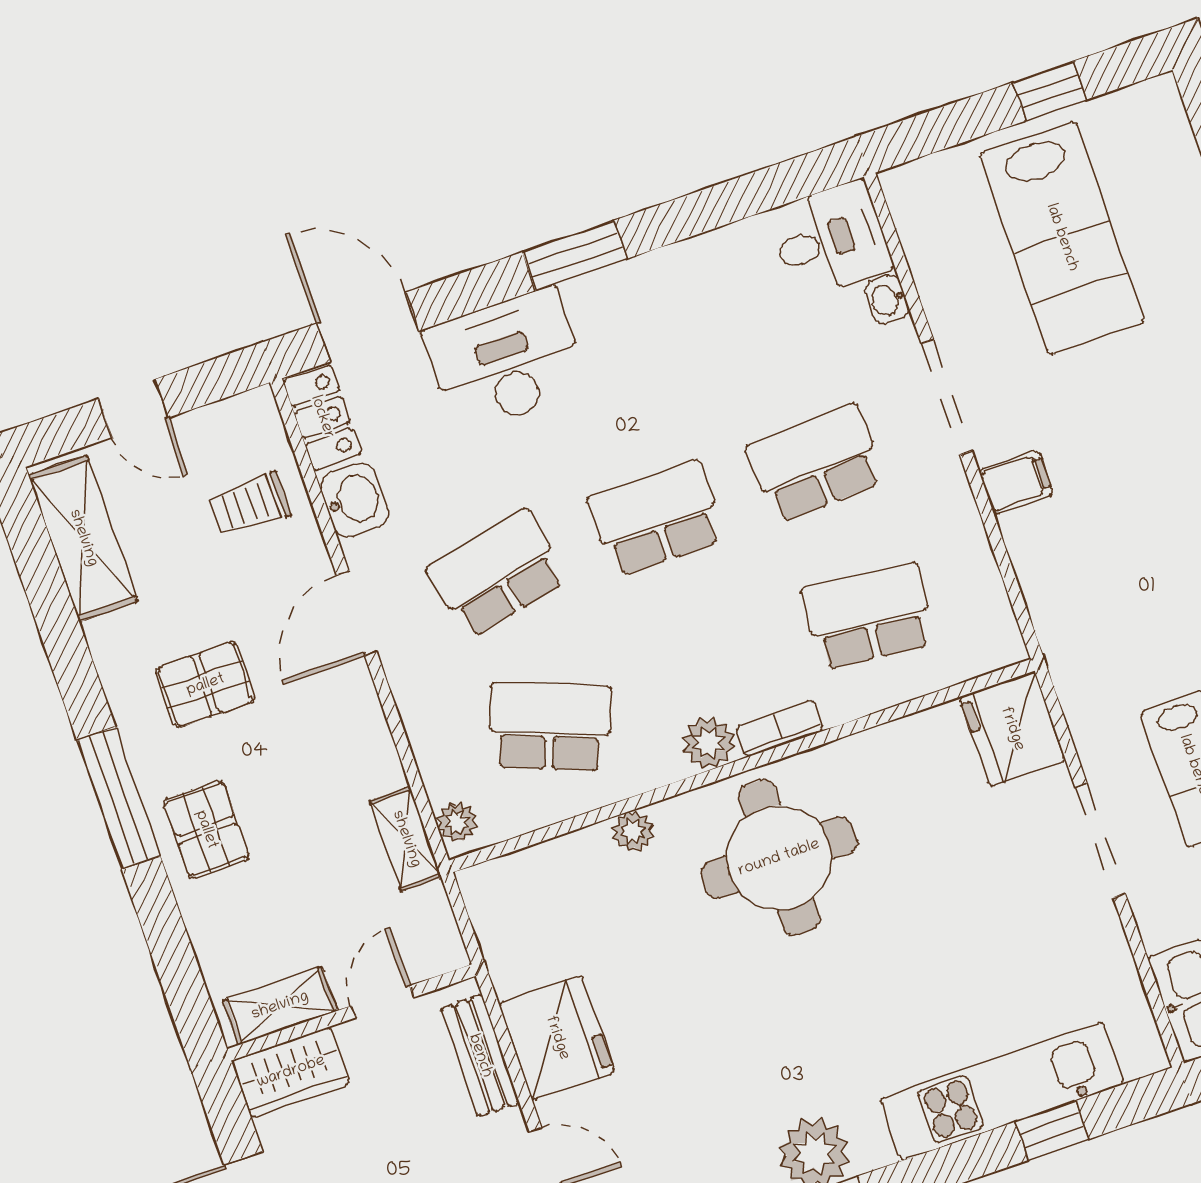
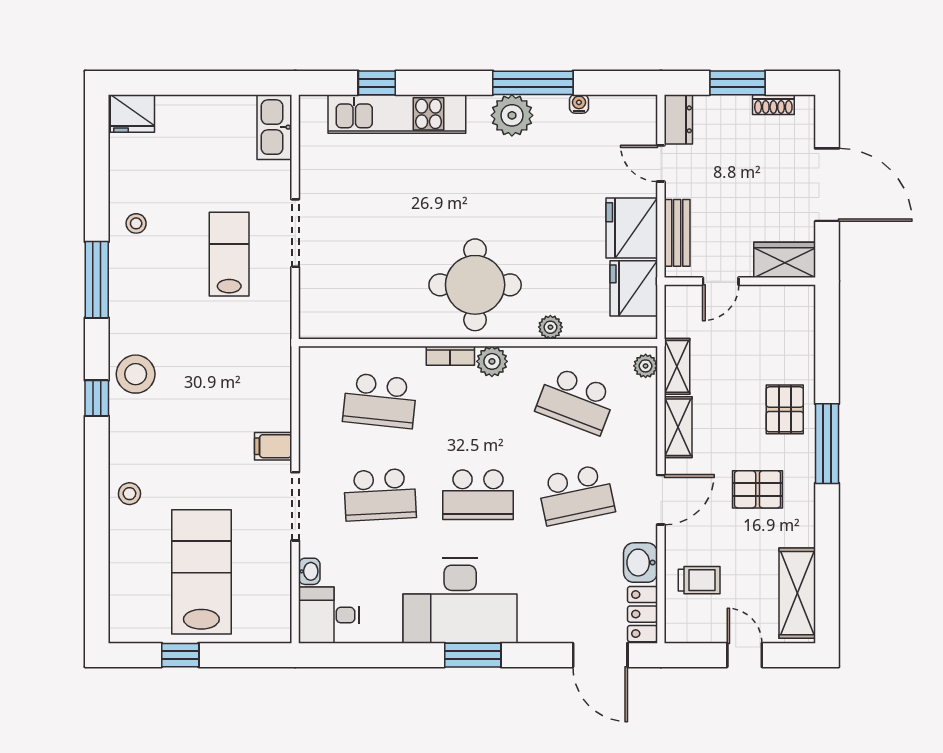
desk: (506, 360) -> (460, 601), moved, width x1.36, depth x1.30
fridge: (1012, 729) -> (634, 288), moved, turned 180
shelving: (280, 1006) -> (678, 427), moved, turned 90

